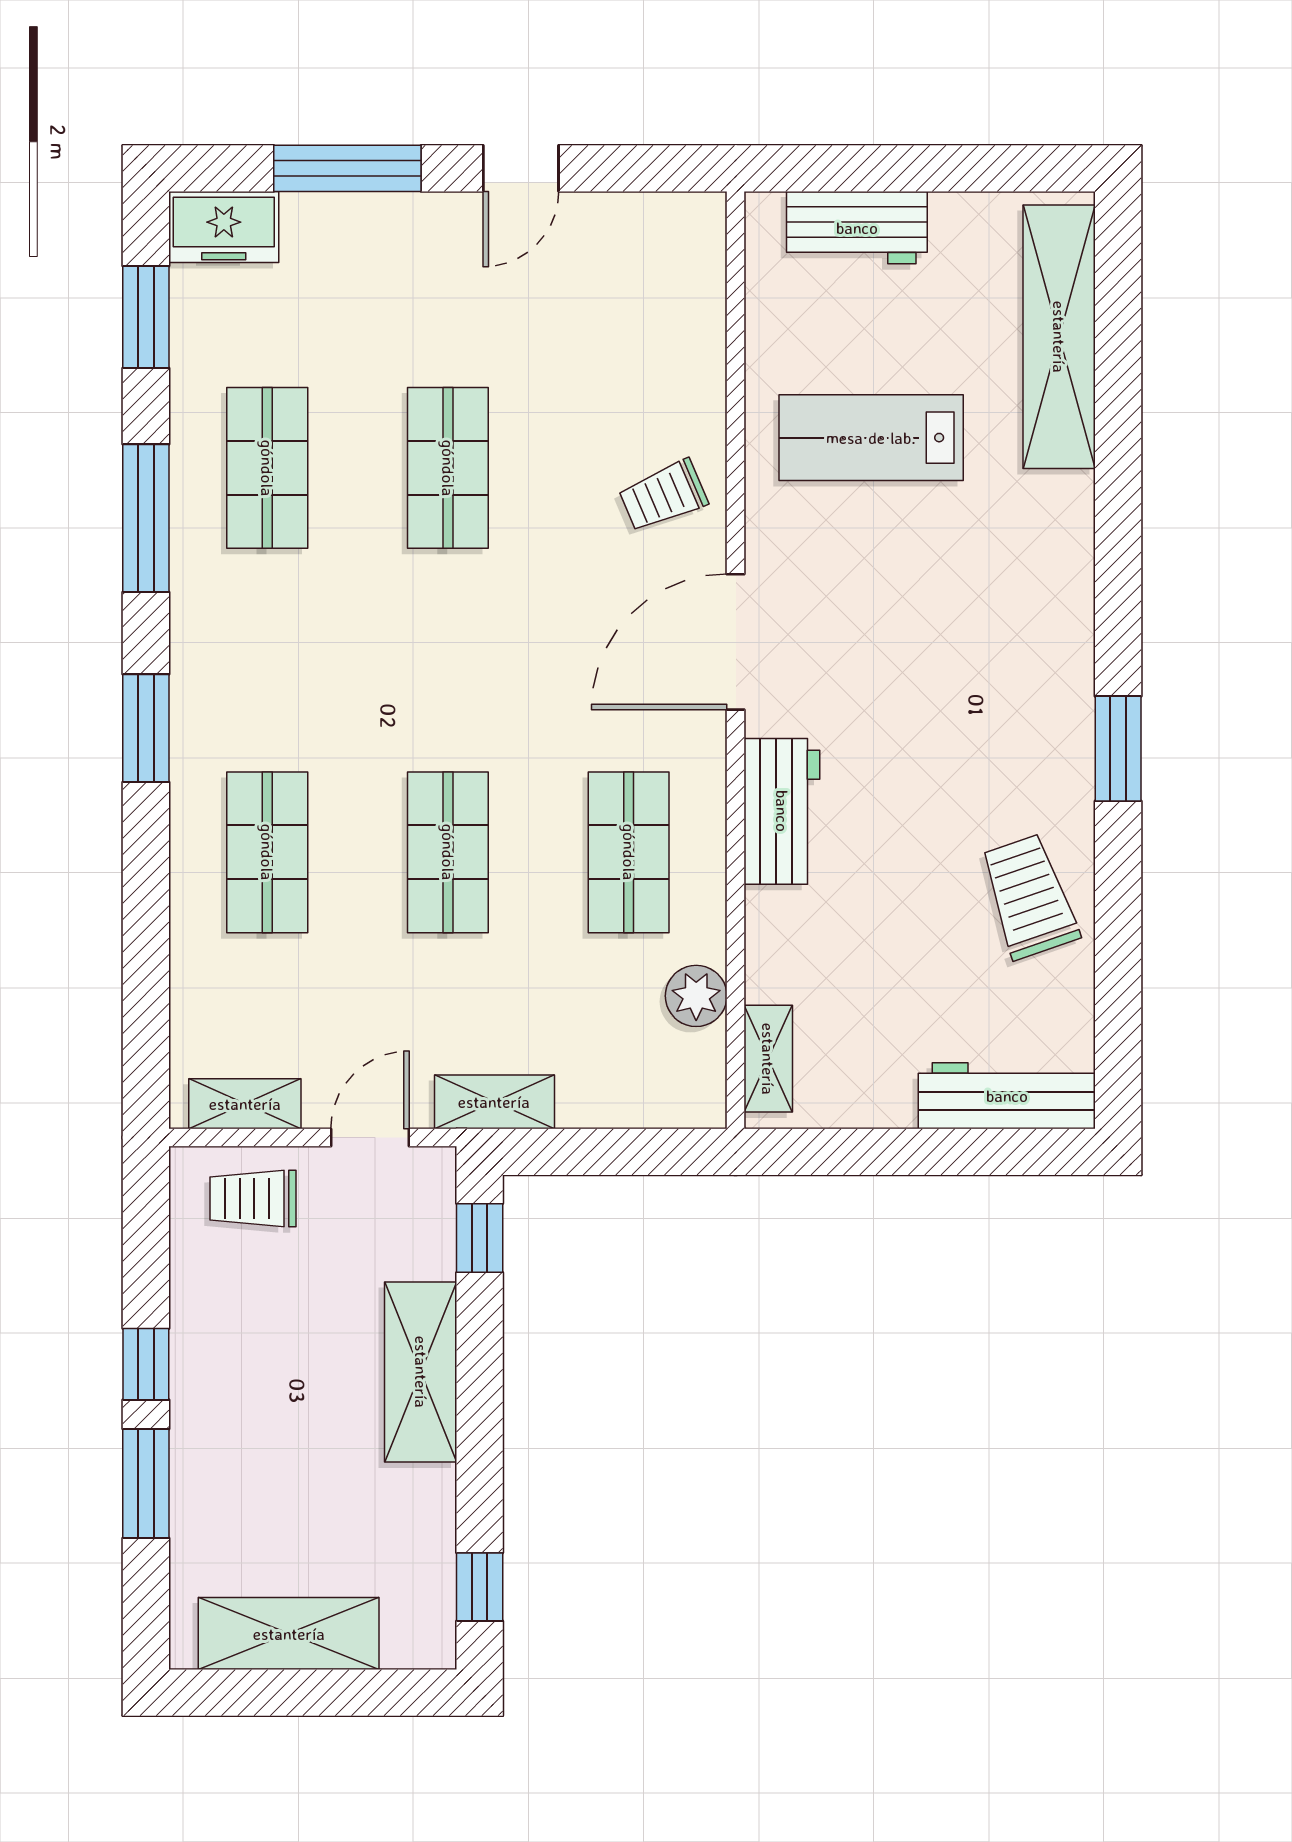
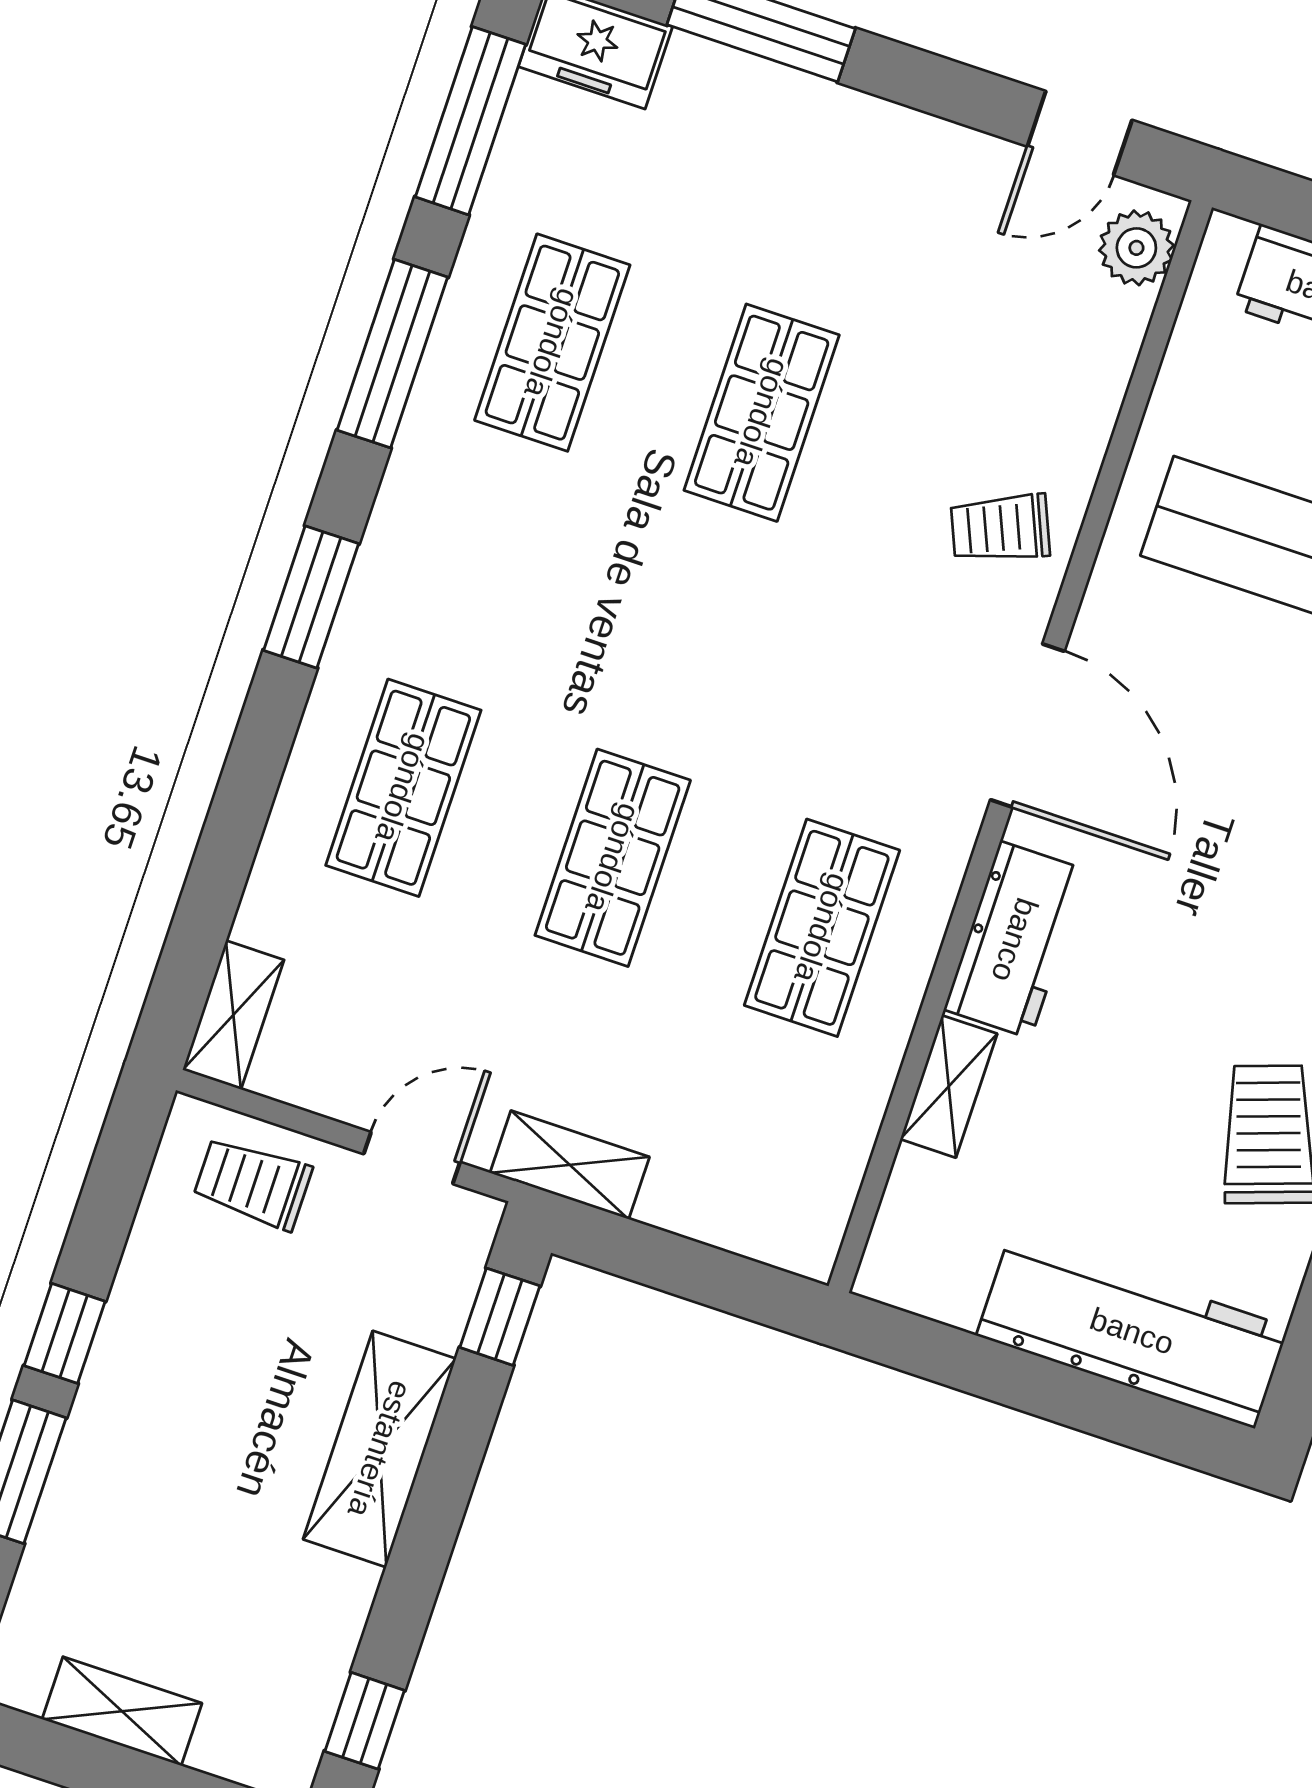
door: (521, 168) -> (1080, 133), moved
window: (146, 317) -> (470, 121), width x1.44
door: (736, 642) -> (1027, 725), swing flipped
plant: (696, 996) -> (1136, 248), moved
shelving: (768, 1059) -> (949, 1086), moved
workbench: (1007, 1096) -> (1132, 1331), width x1.36, depth x1.32
shelving: (245, 1104) -> (233, 1015), moved, turned 90
shelving: (289, 1634) -> (122, 1711), width x0.67, depth x0.75

